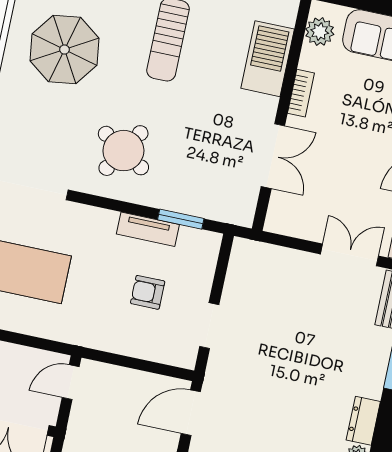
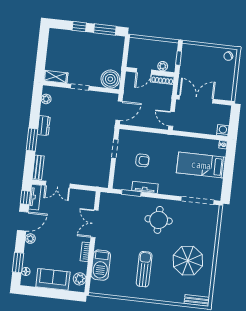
round table: (123, 151) -> (159, 220), turned -32
door: (71, 382) -> (172, 119), swing flipped
dresser: (363, 421) -> (44, 126), moved

